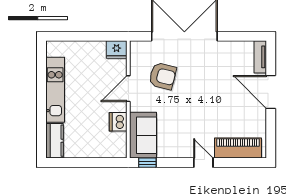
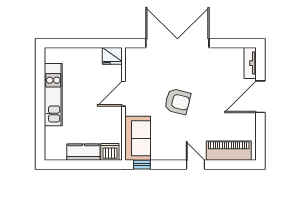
armchair: (163, 76) -> (177, 101), moved
door: (271, 92) -> (260, 97), hinge flipped
dishwasher: (118, 122) -> (110, 152), moved, turned 90
kitchen counter: (55, 141) -> (83, 152), moved, turned -90

